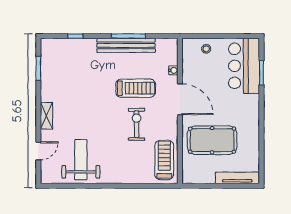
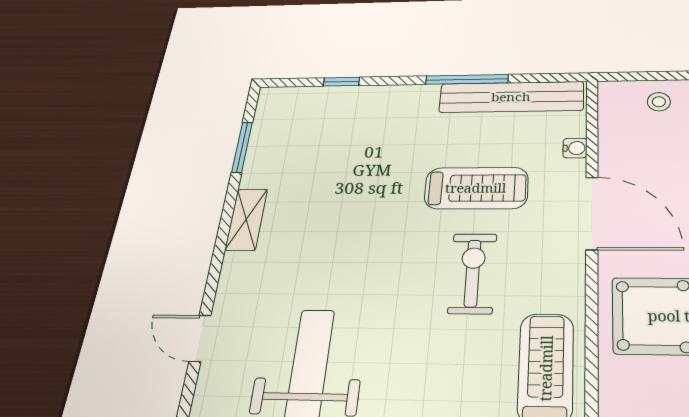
bench: (126, 45) -> (511, 97), moved
shelving: (47, 116) -> (246, 219), moved
door: (38, 151) -> (200, 338), swing flipped

